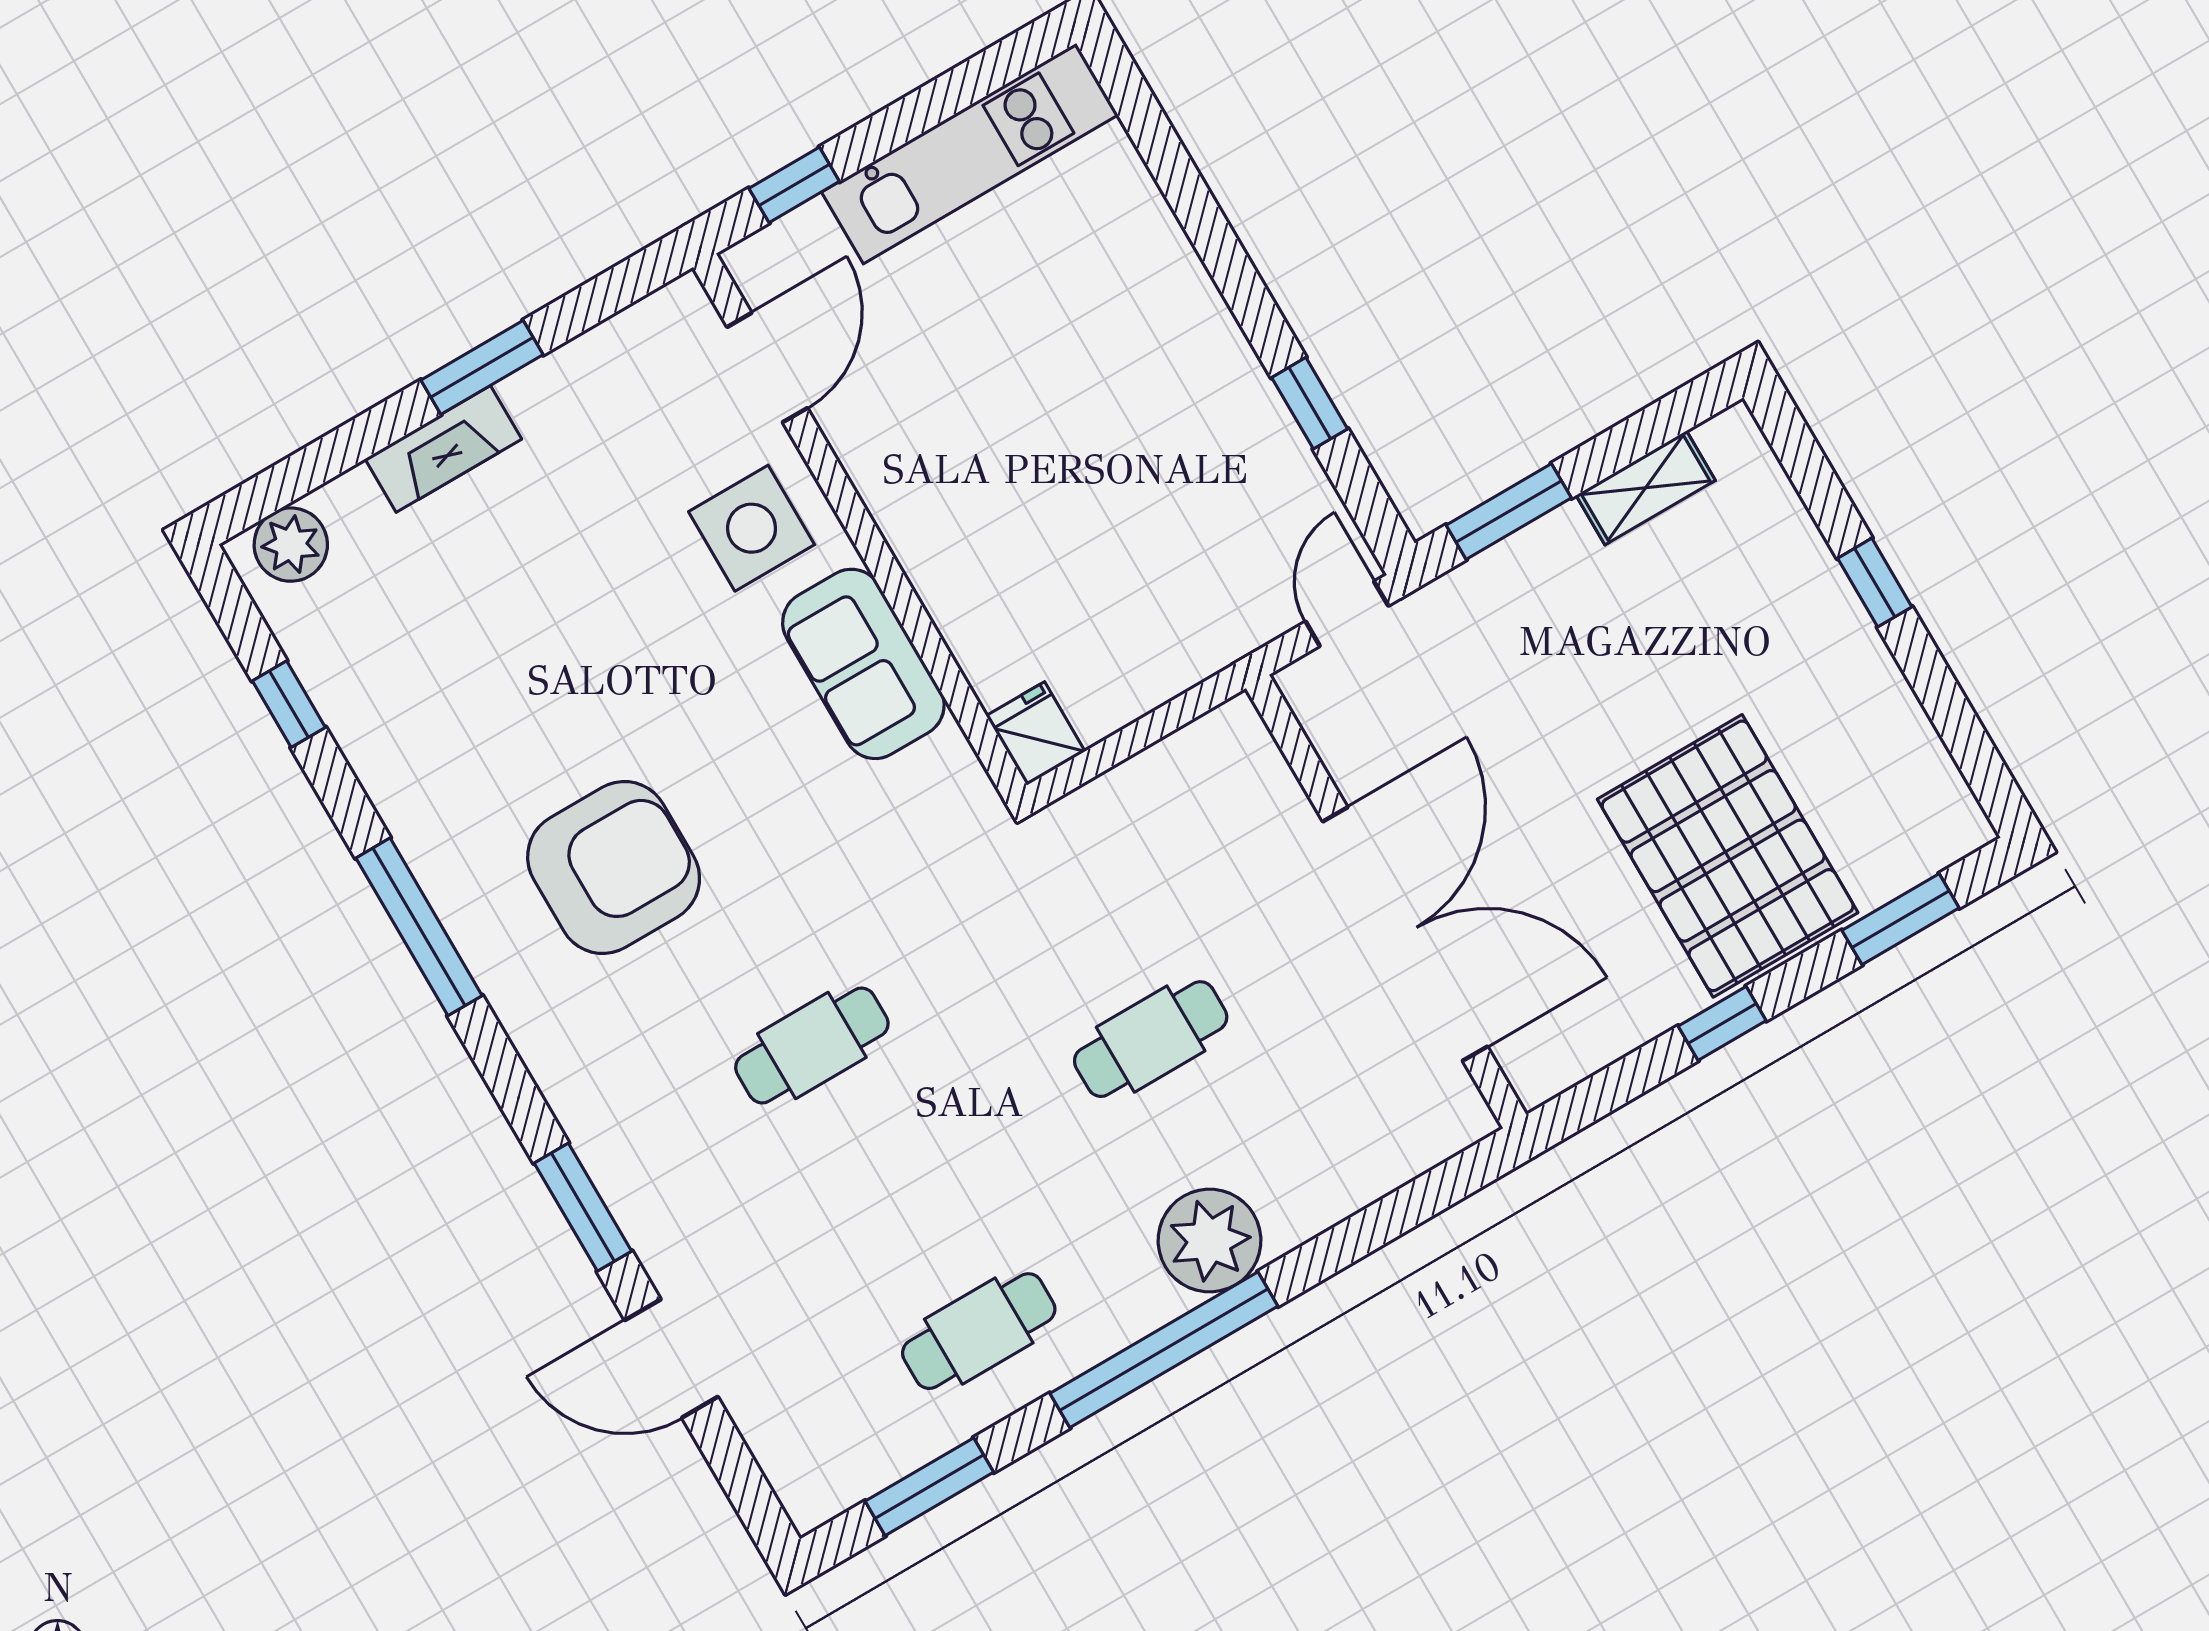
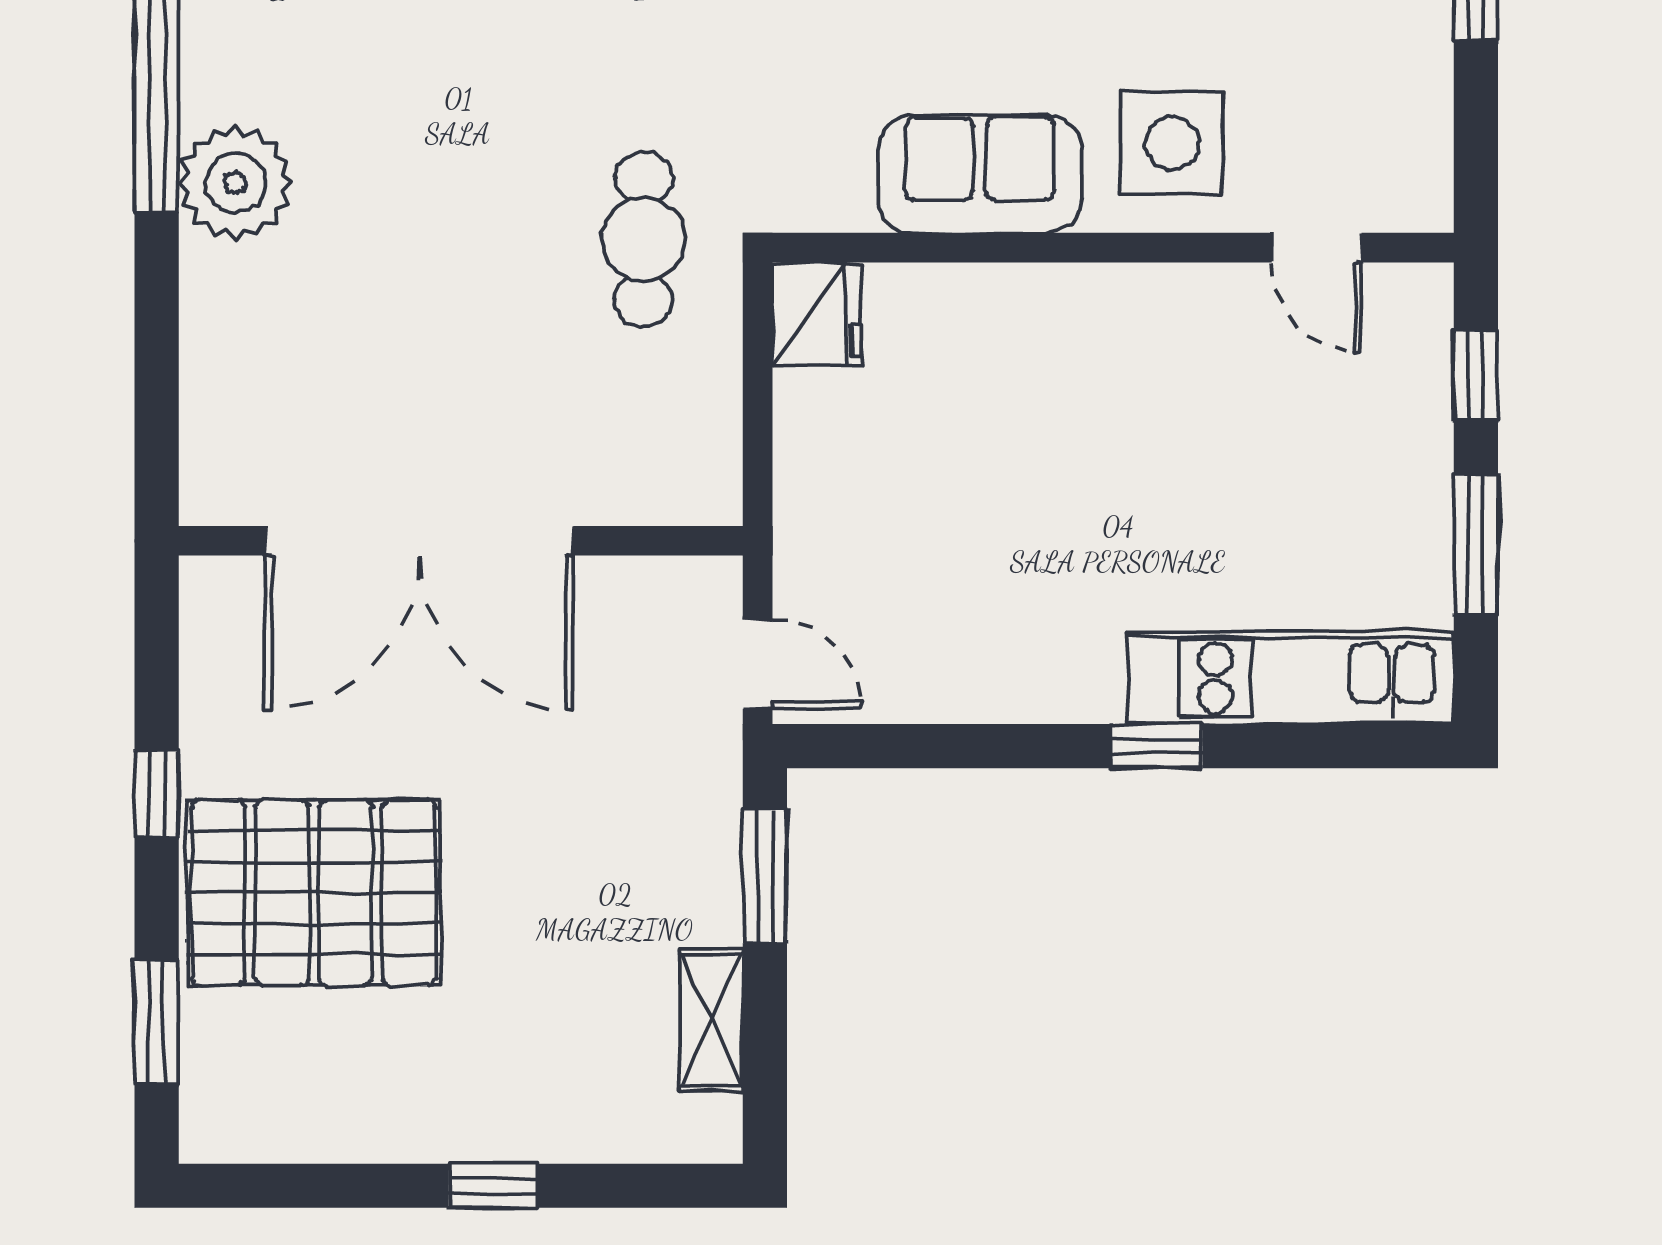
window: (926, 108) -> (1476, 544), added
kitchen unit: (970, 154) -> (1291, 678), moved, turned 90
door: (767, 367) -> (1317, 248), width x0.73
window: (1310, 403) -> (1157, 746), moved
fridge: (1036, 734) -> (817, 314), width x1.38
cafe table: (1151, 1039) -> (644, 239), moved

